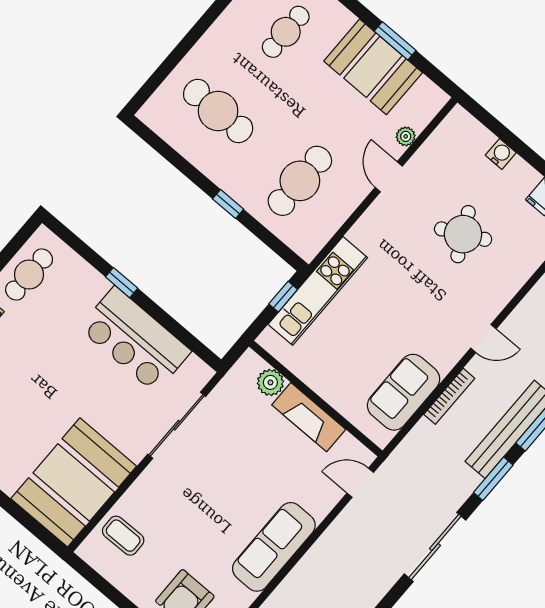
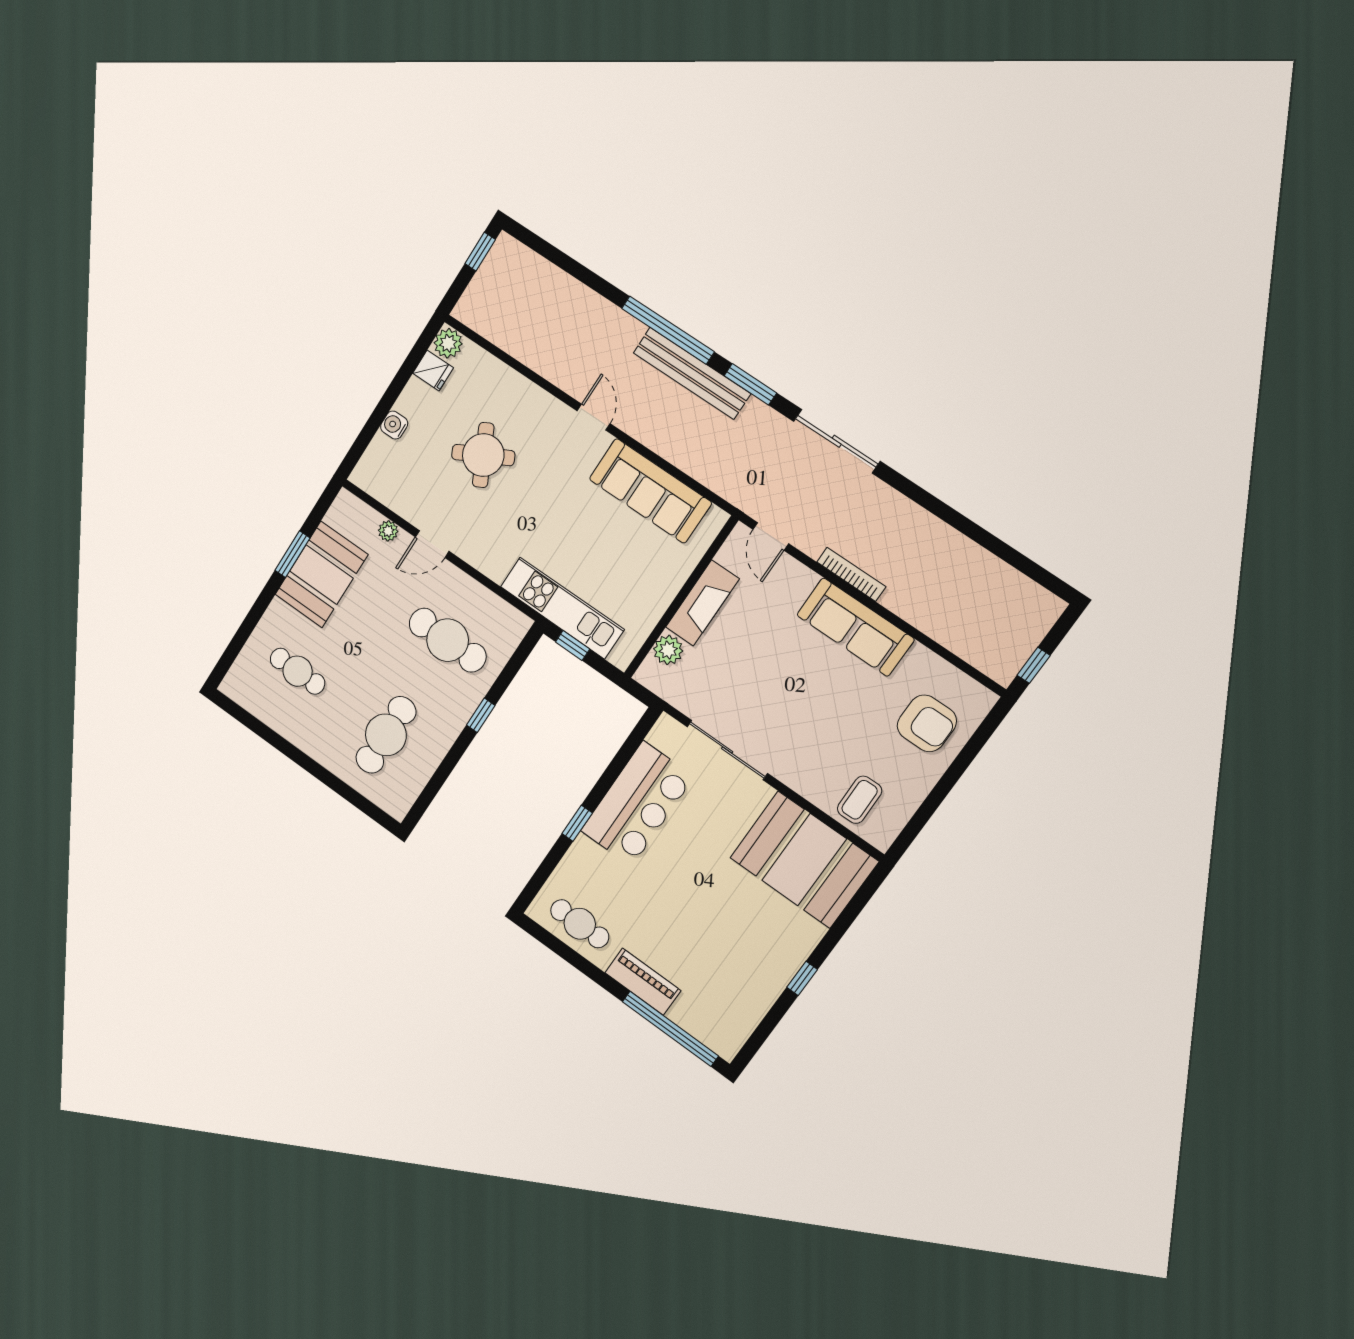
sofa: (404, 392) -> (650, 491), width x1.36
bookcase: (449, 396) -> (851, 574), moved

